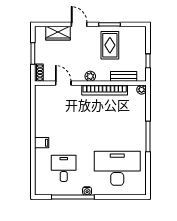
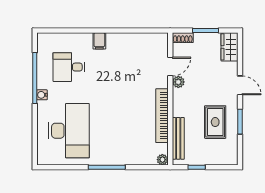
door: (79, 24) -> (240, 85), hinge flipped
wardrobe: (58, 33) -> (230, 47), moved
rug: (110, 45) -> (215, 122), turned 90
plant: (90, 76) -> (178, 82), moved
bench: (124, 76) -> (178, 138), width x1.36
desk: (64, 168) -> (69, 67), turned 180

